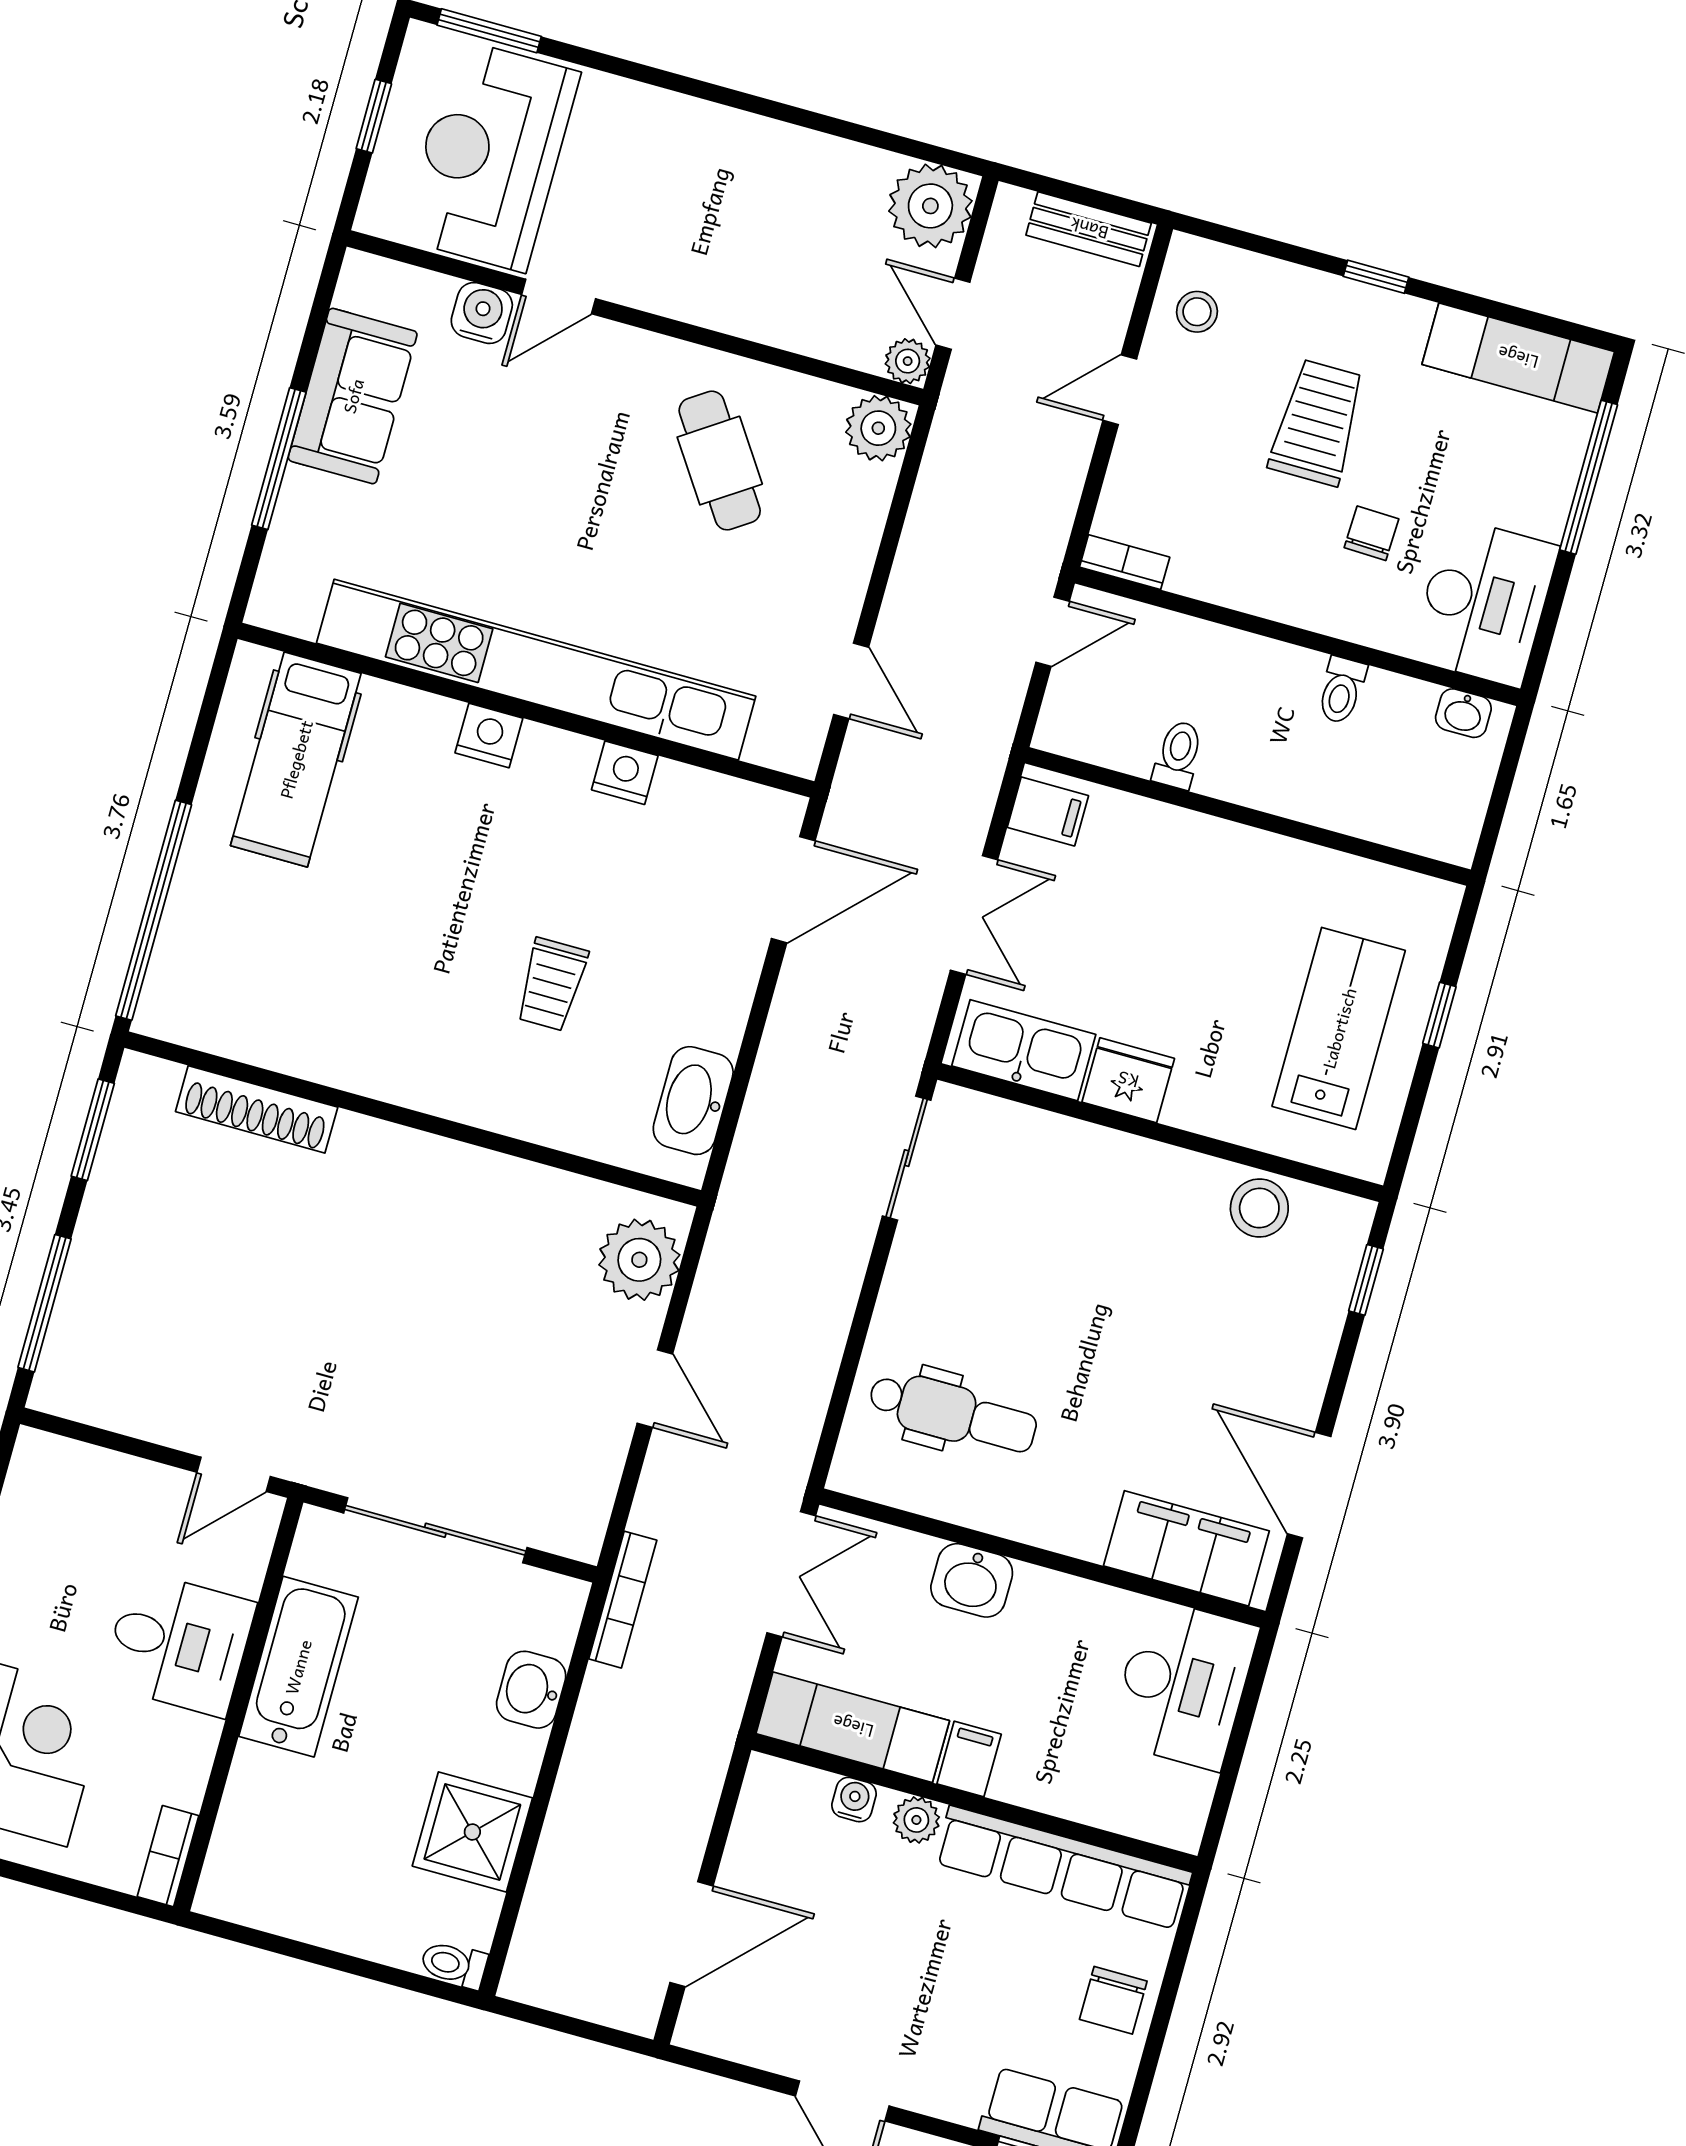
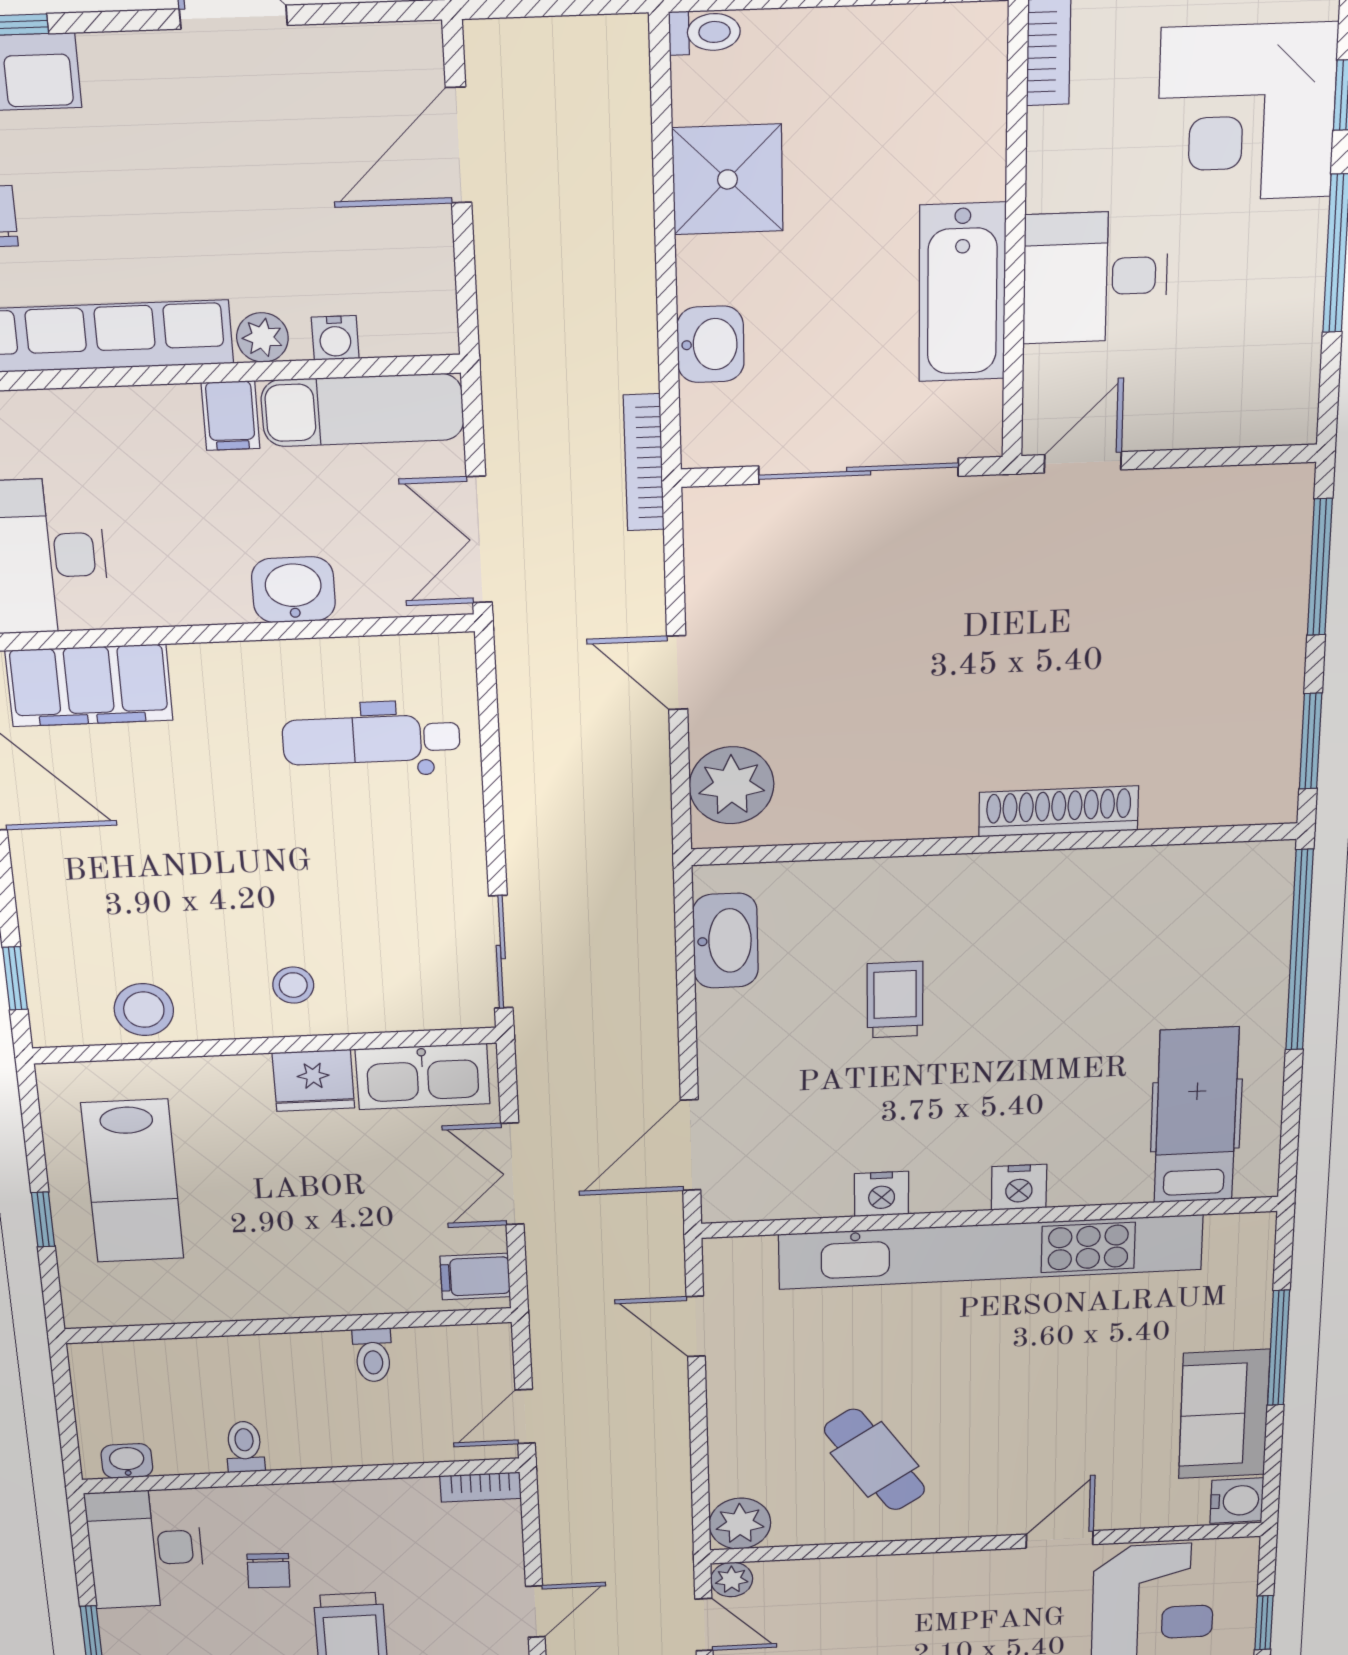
water cooler: (482, 313) -> (1237, 1501), moved, turned -90
shoe rack: (257, 1109) -> (1059, 811), moved
stool: (1111, 1188) -> (293, 985), added

